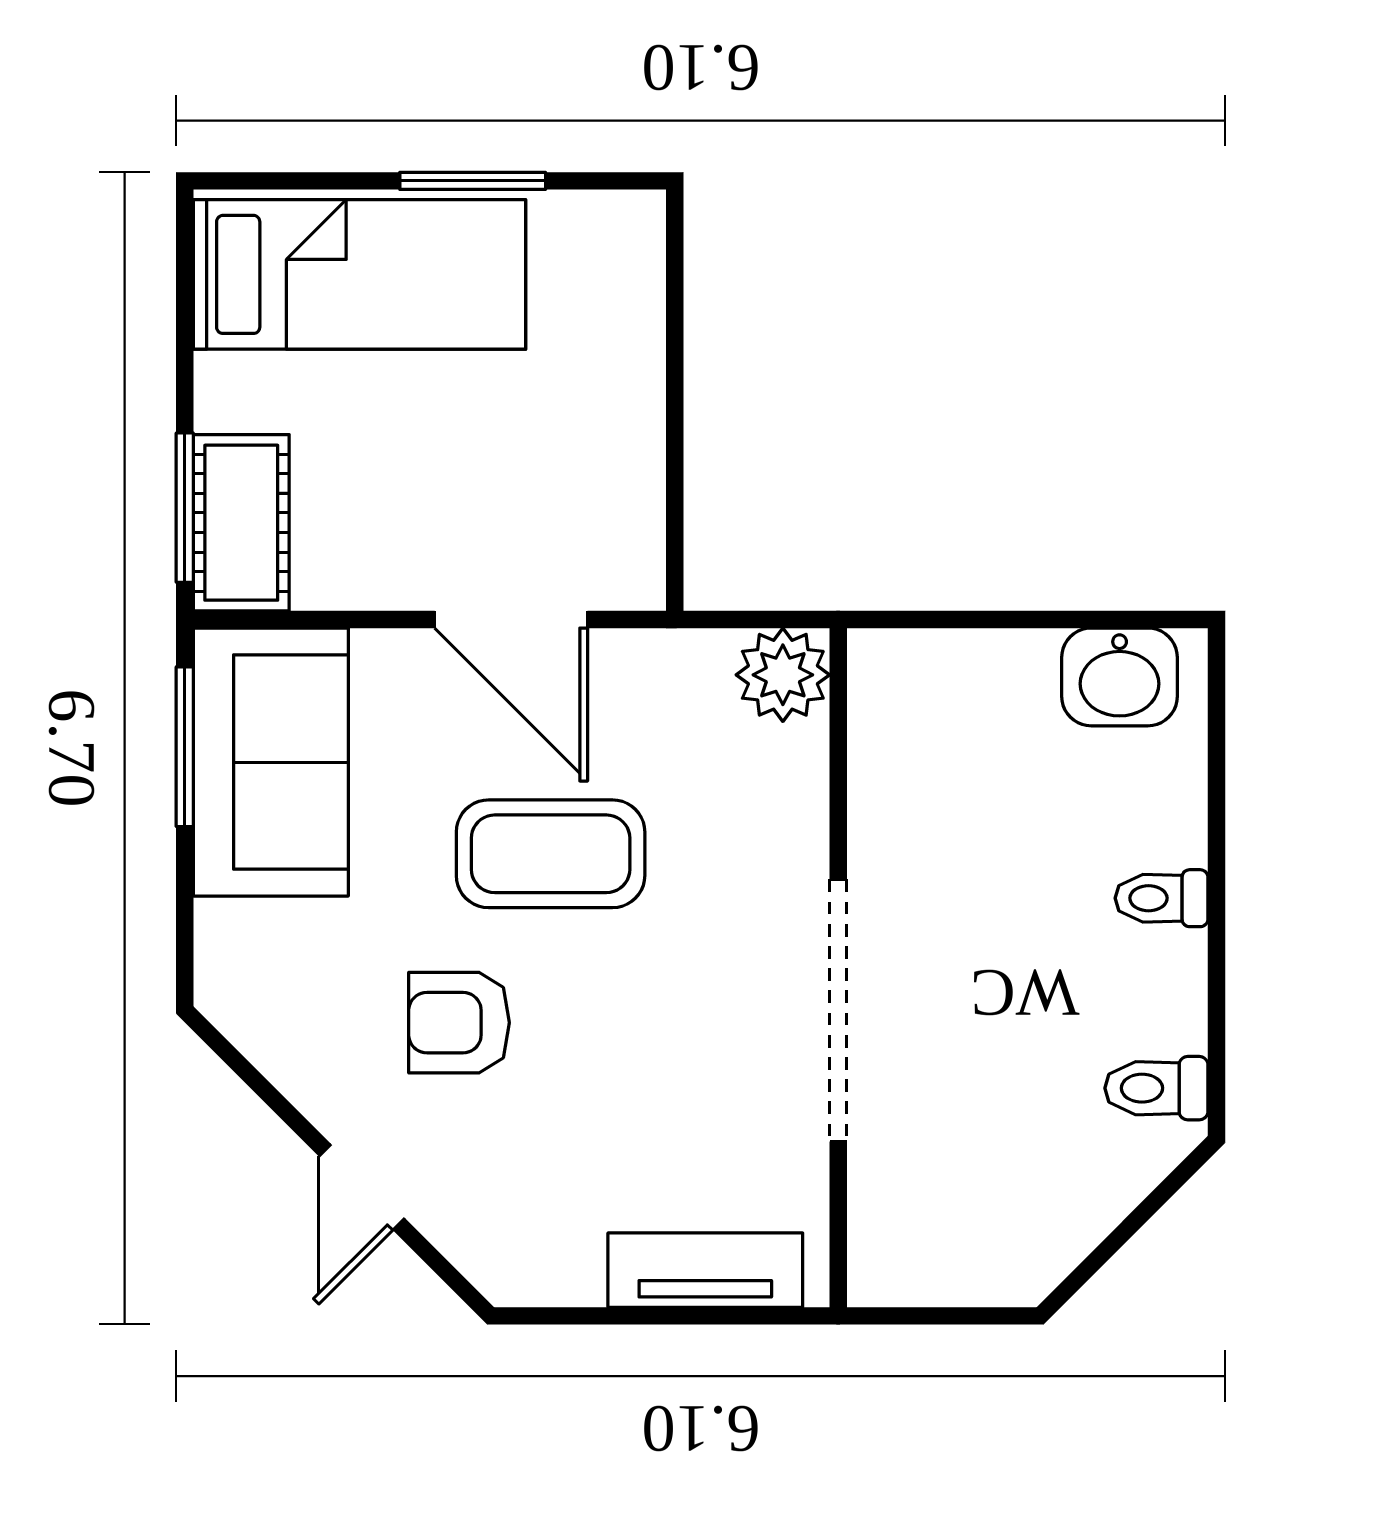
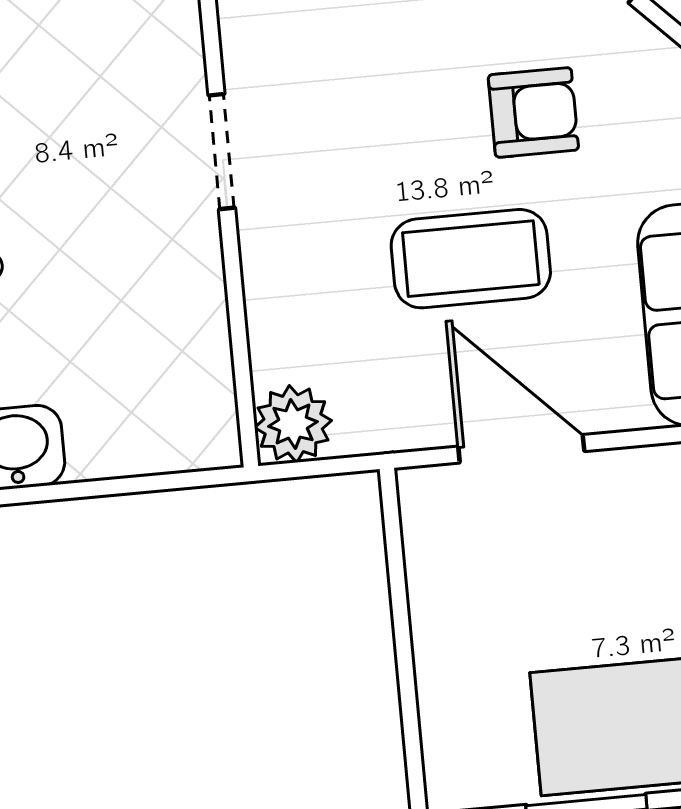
doorway: (838, 1010) -> (222, 151), width x0.53

